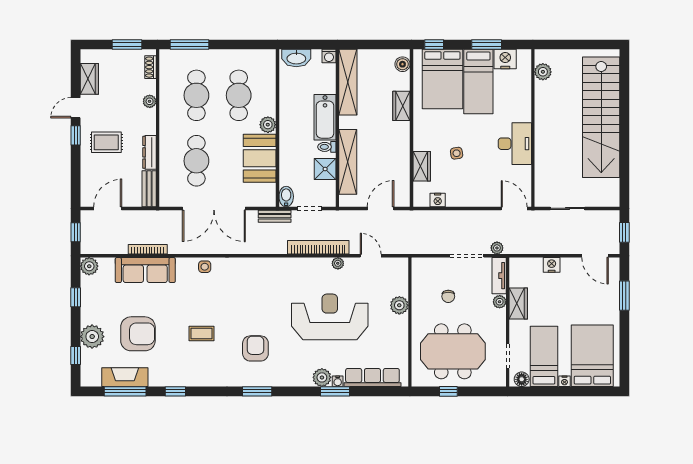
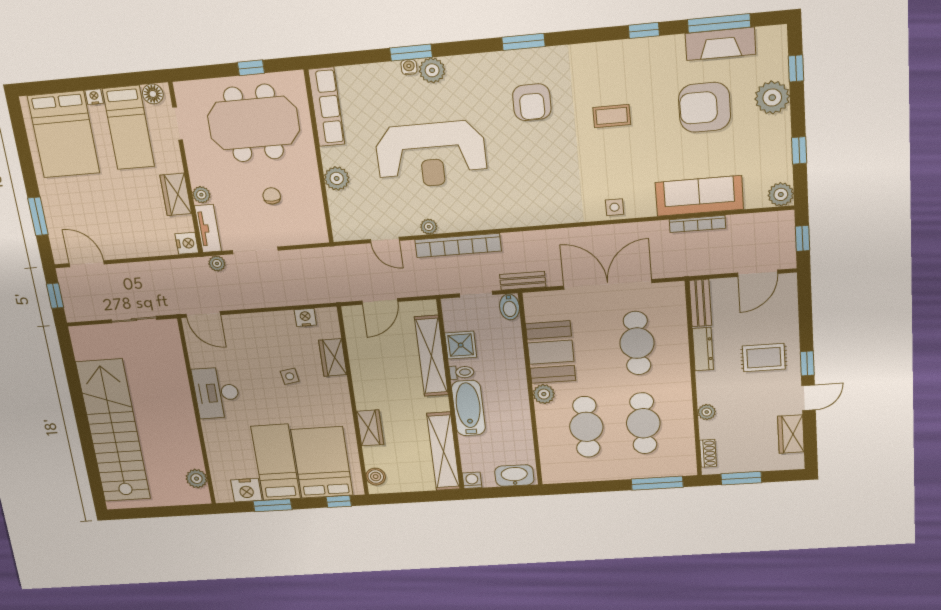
nightstand: (552, 265) -> (187, 243), moved, turned -90
row of seats: (372, 377) -> (326, 107), moved, turned -90

